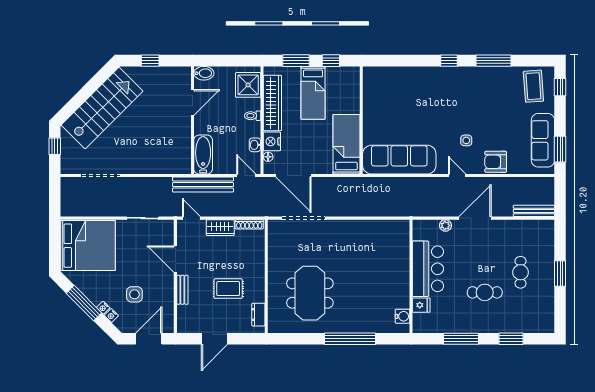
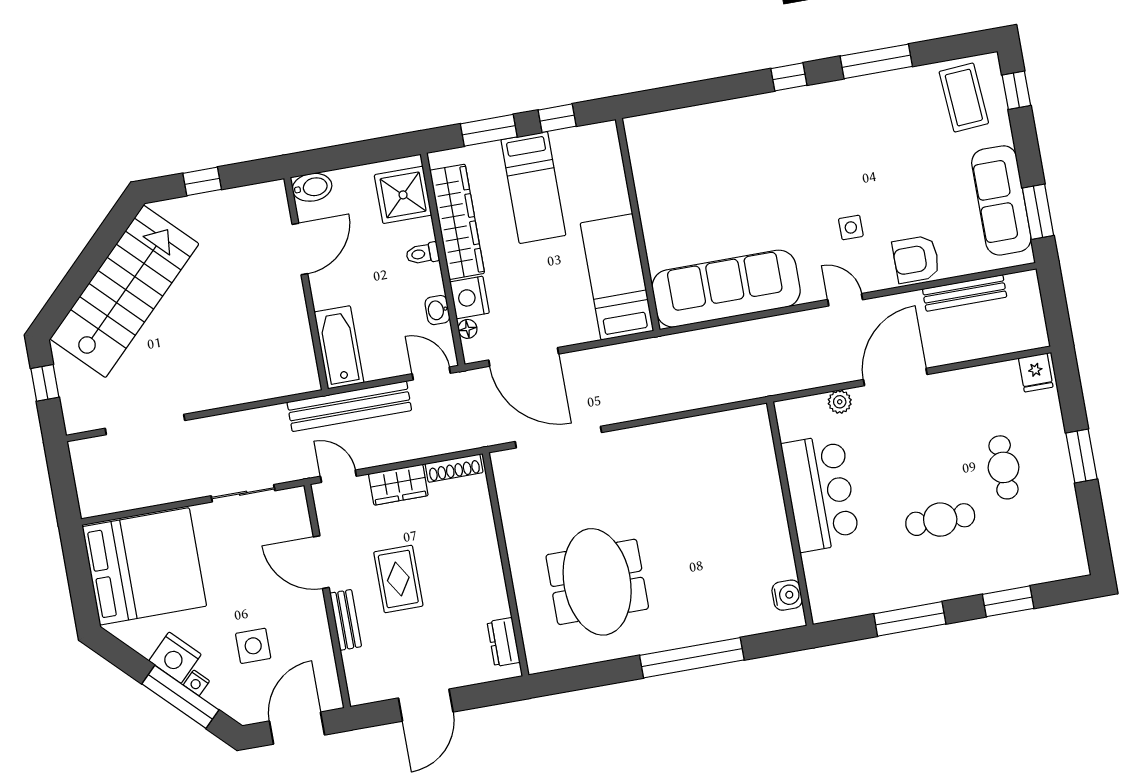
bench: (534, 211) -> (965, 293), moved
rug: (228, 289) -> (398, 579), moved, turned 90
window: (84, 303) -> (180, 697), moved
fridge: (421, 305) -> (1036, 373), moved, turned 90
nightstand: (111, 315) -> (175, 658), moved, width x1.89, depth x1.79

